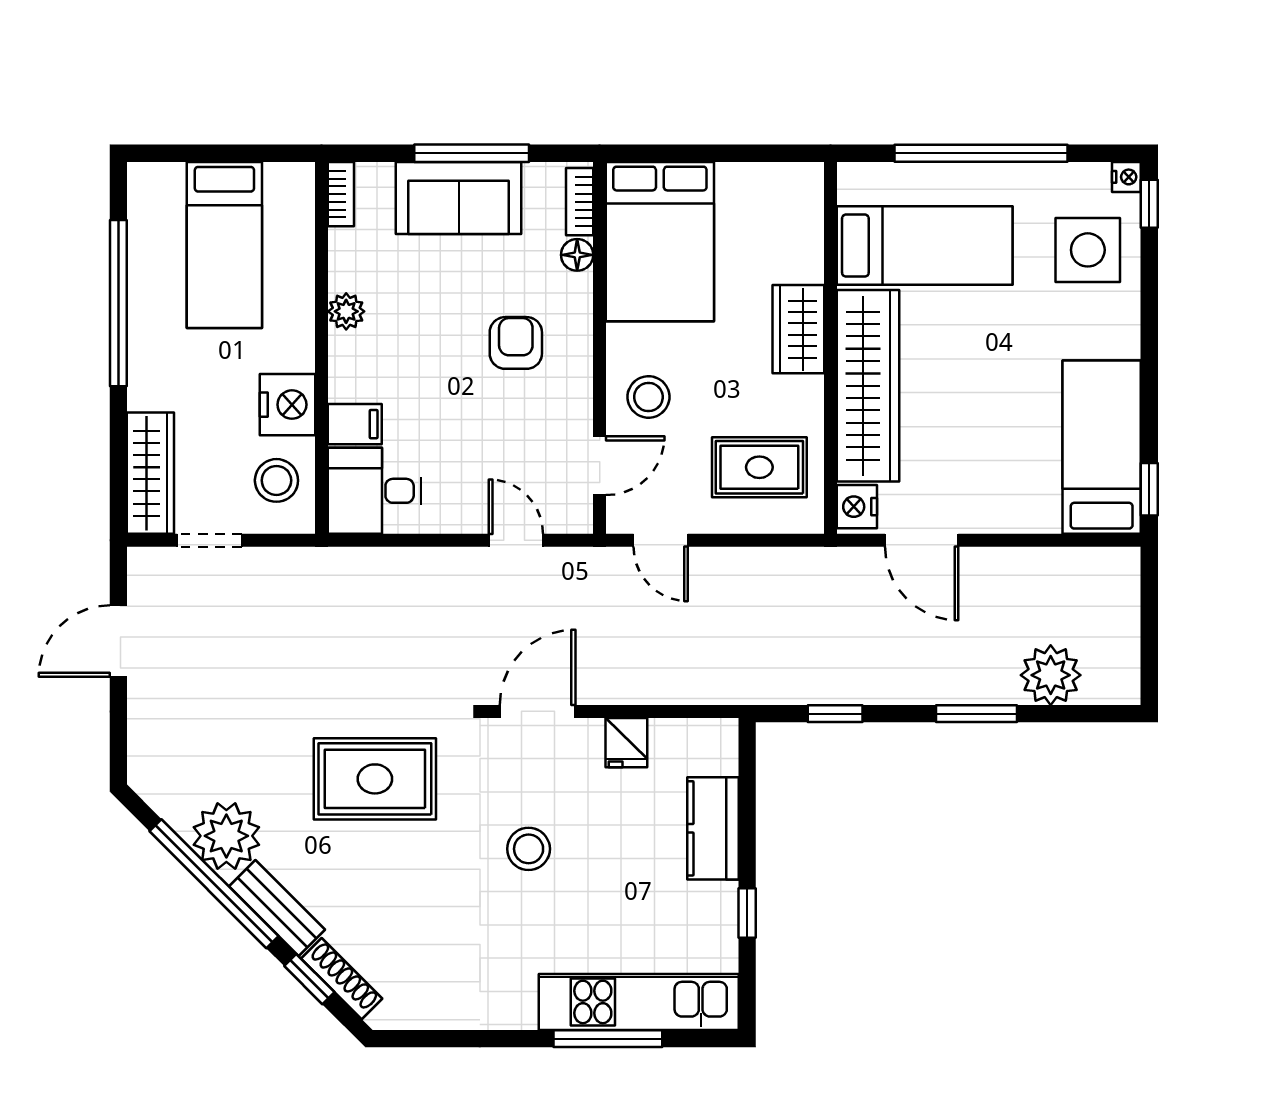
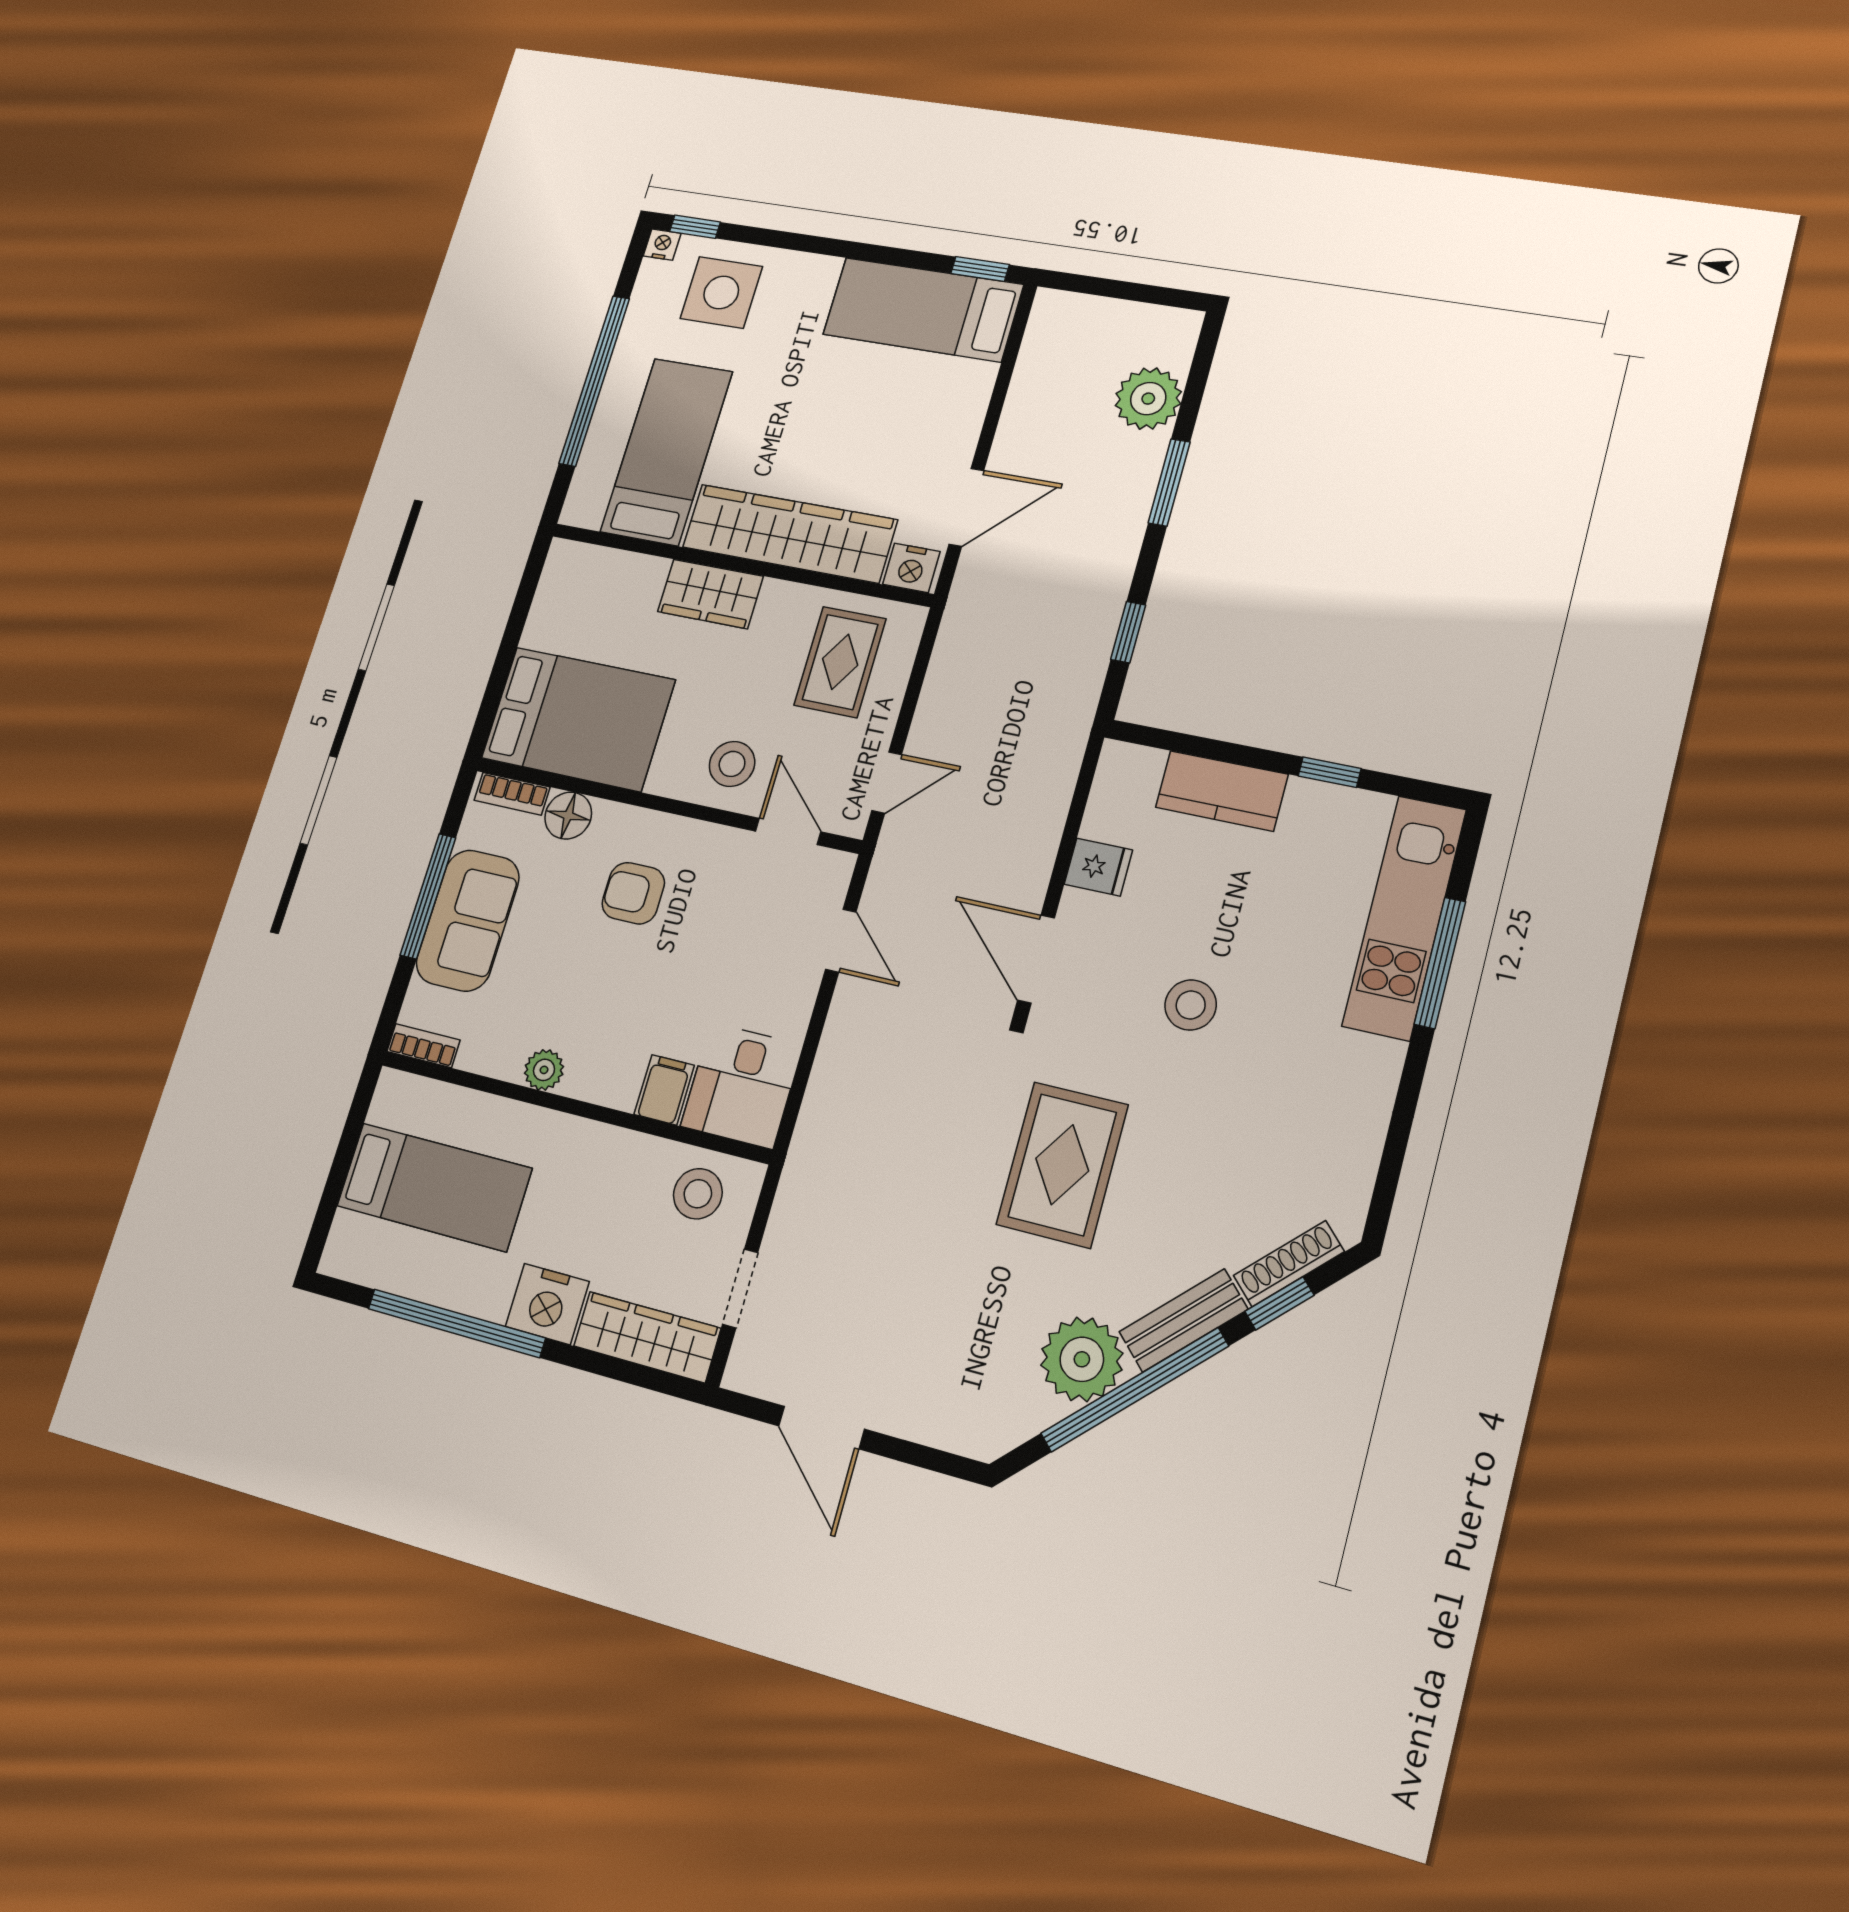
floor lamp: (577, 255) -> (568, 816), width x1.37, depth x1.37
nightstand: (288, 405) -> (547, 1304), moved, turned 180
door: (516, 540) -> (841, 941), swing flipped

